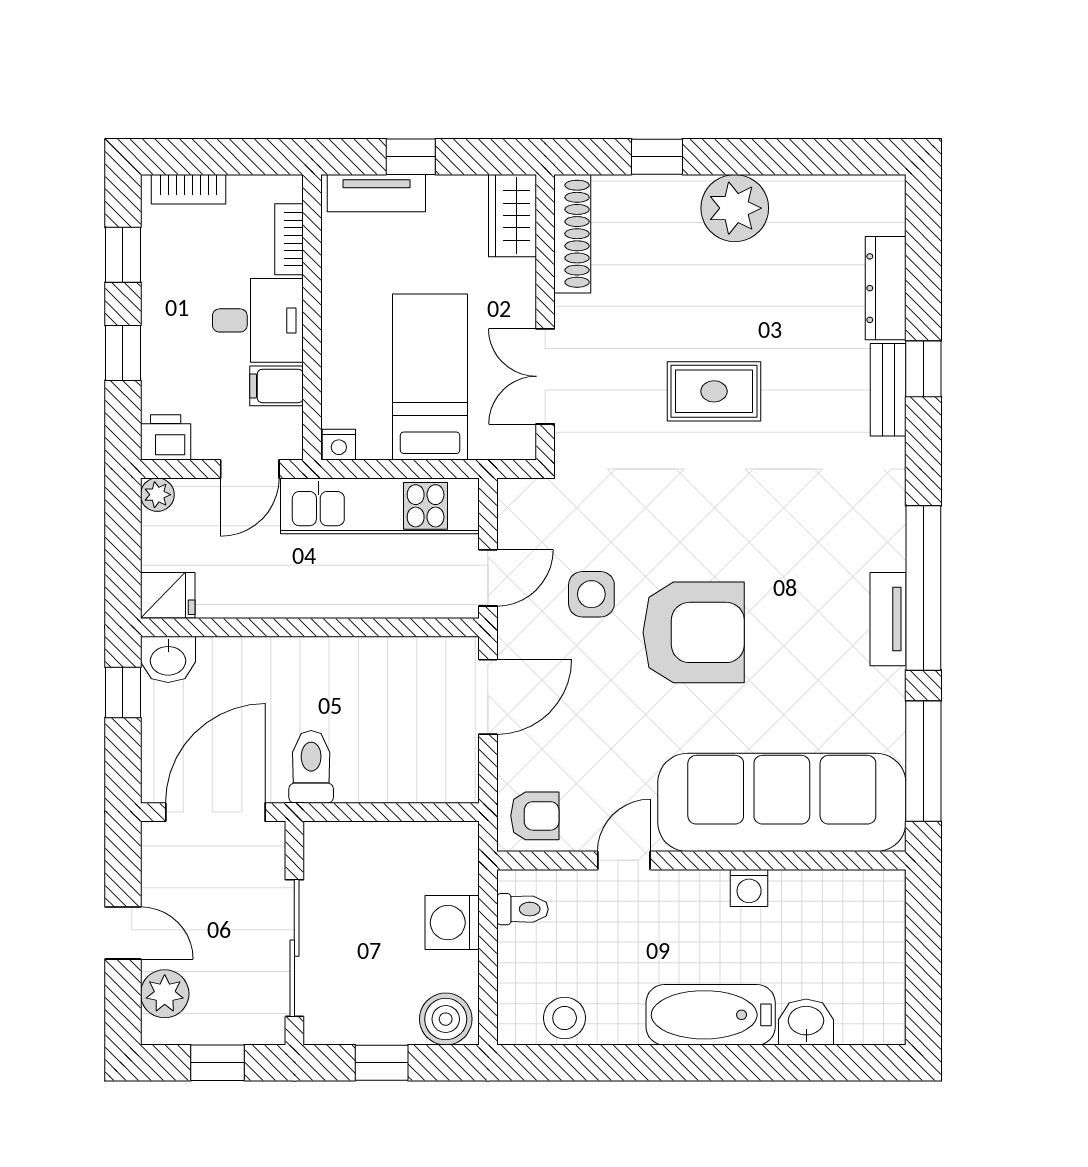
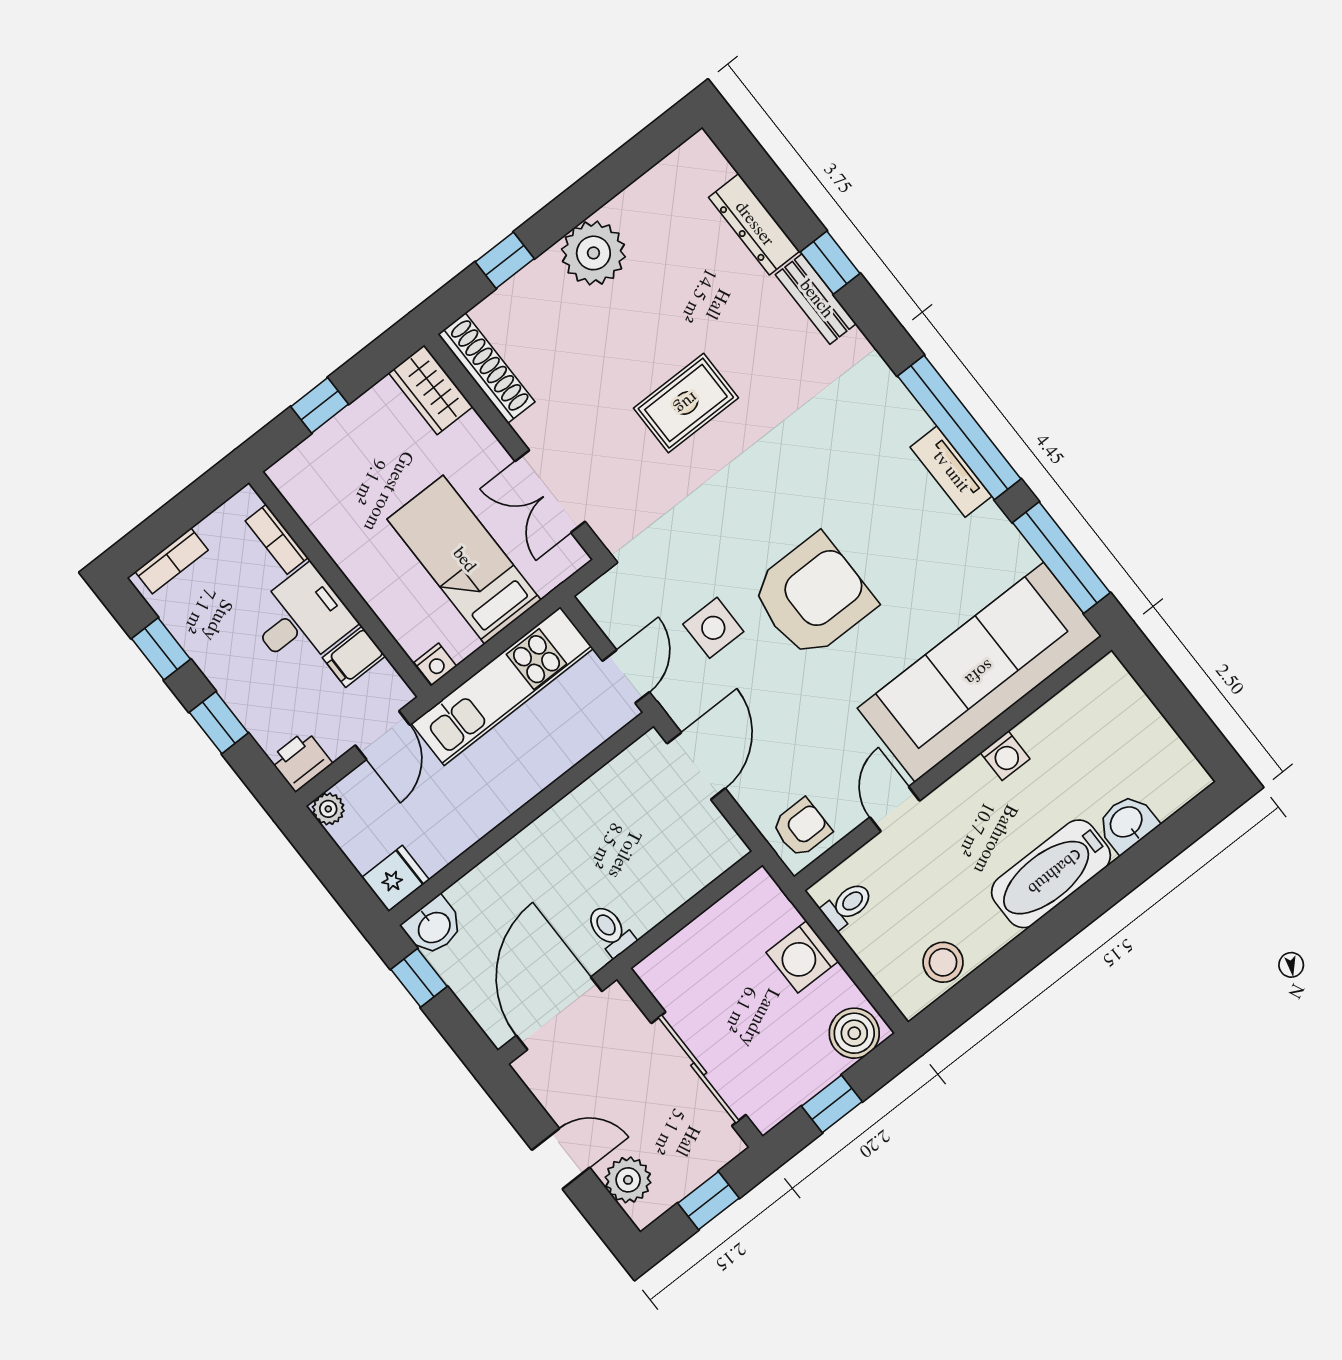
tv unit: (376, 193) -> (315, 453), removed
toilet: (311, 767) -> (610, 931), width x0.73, depth x0.72

